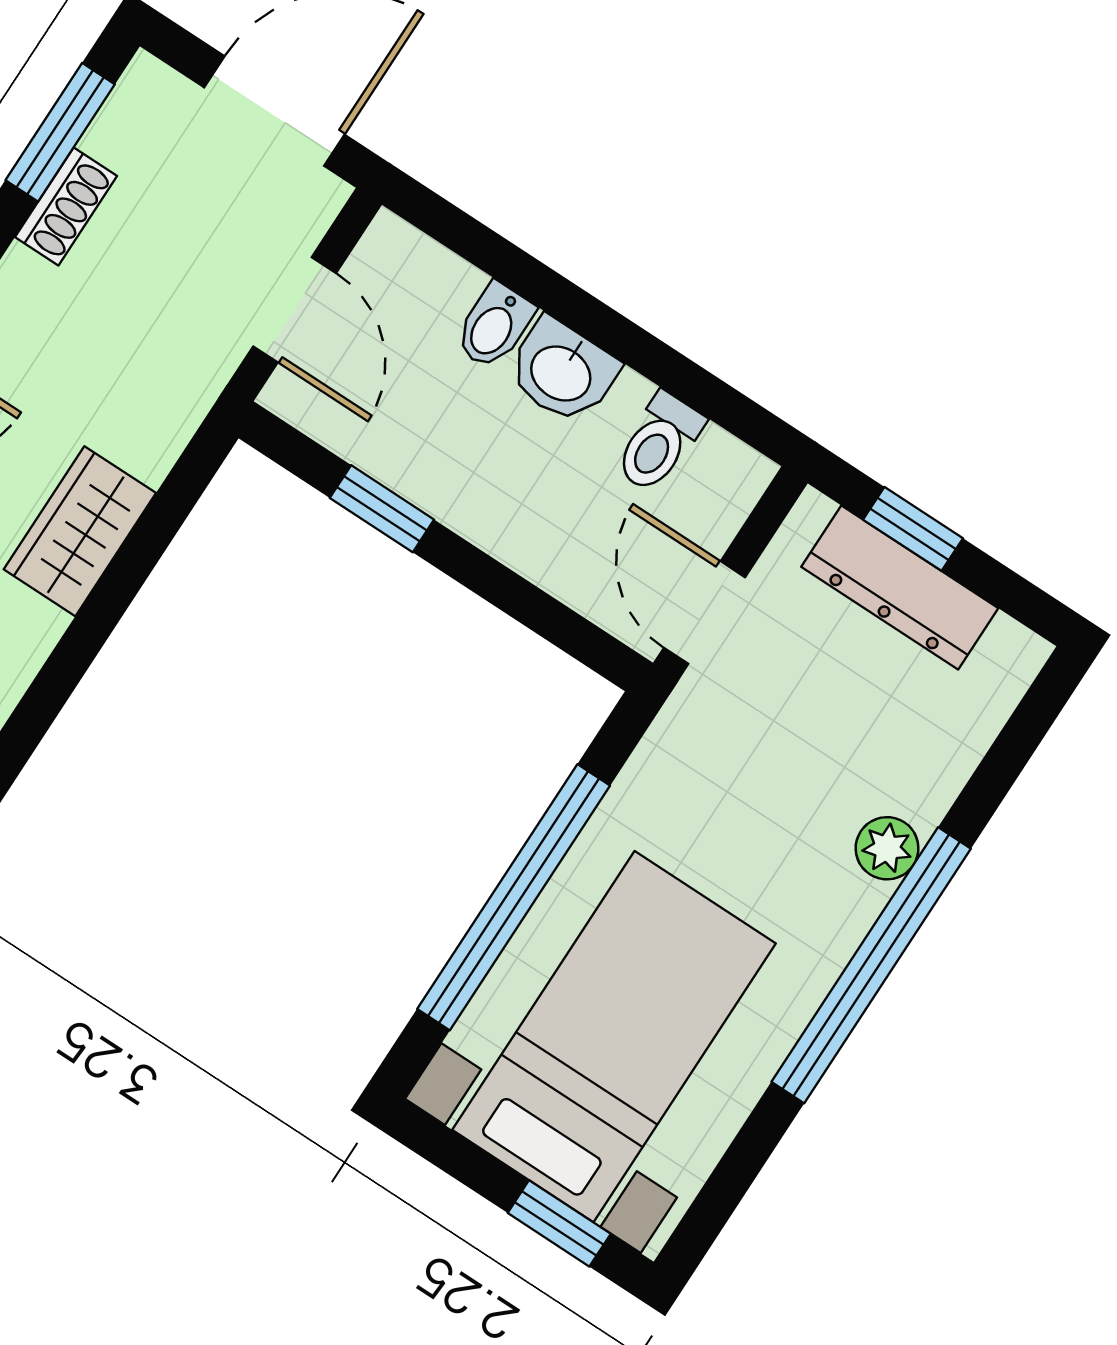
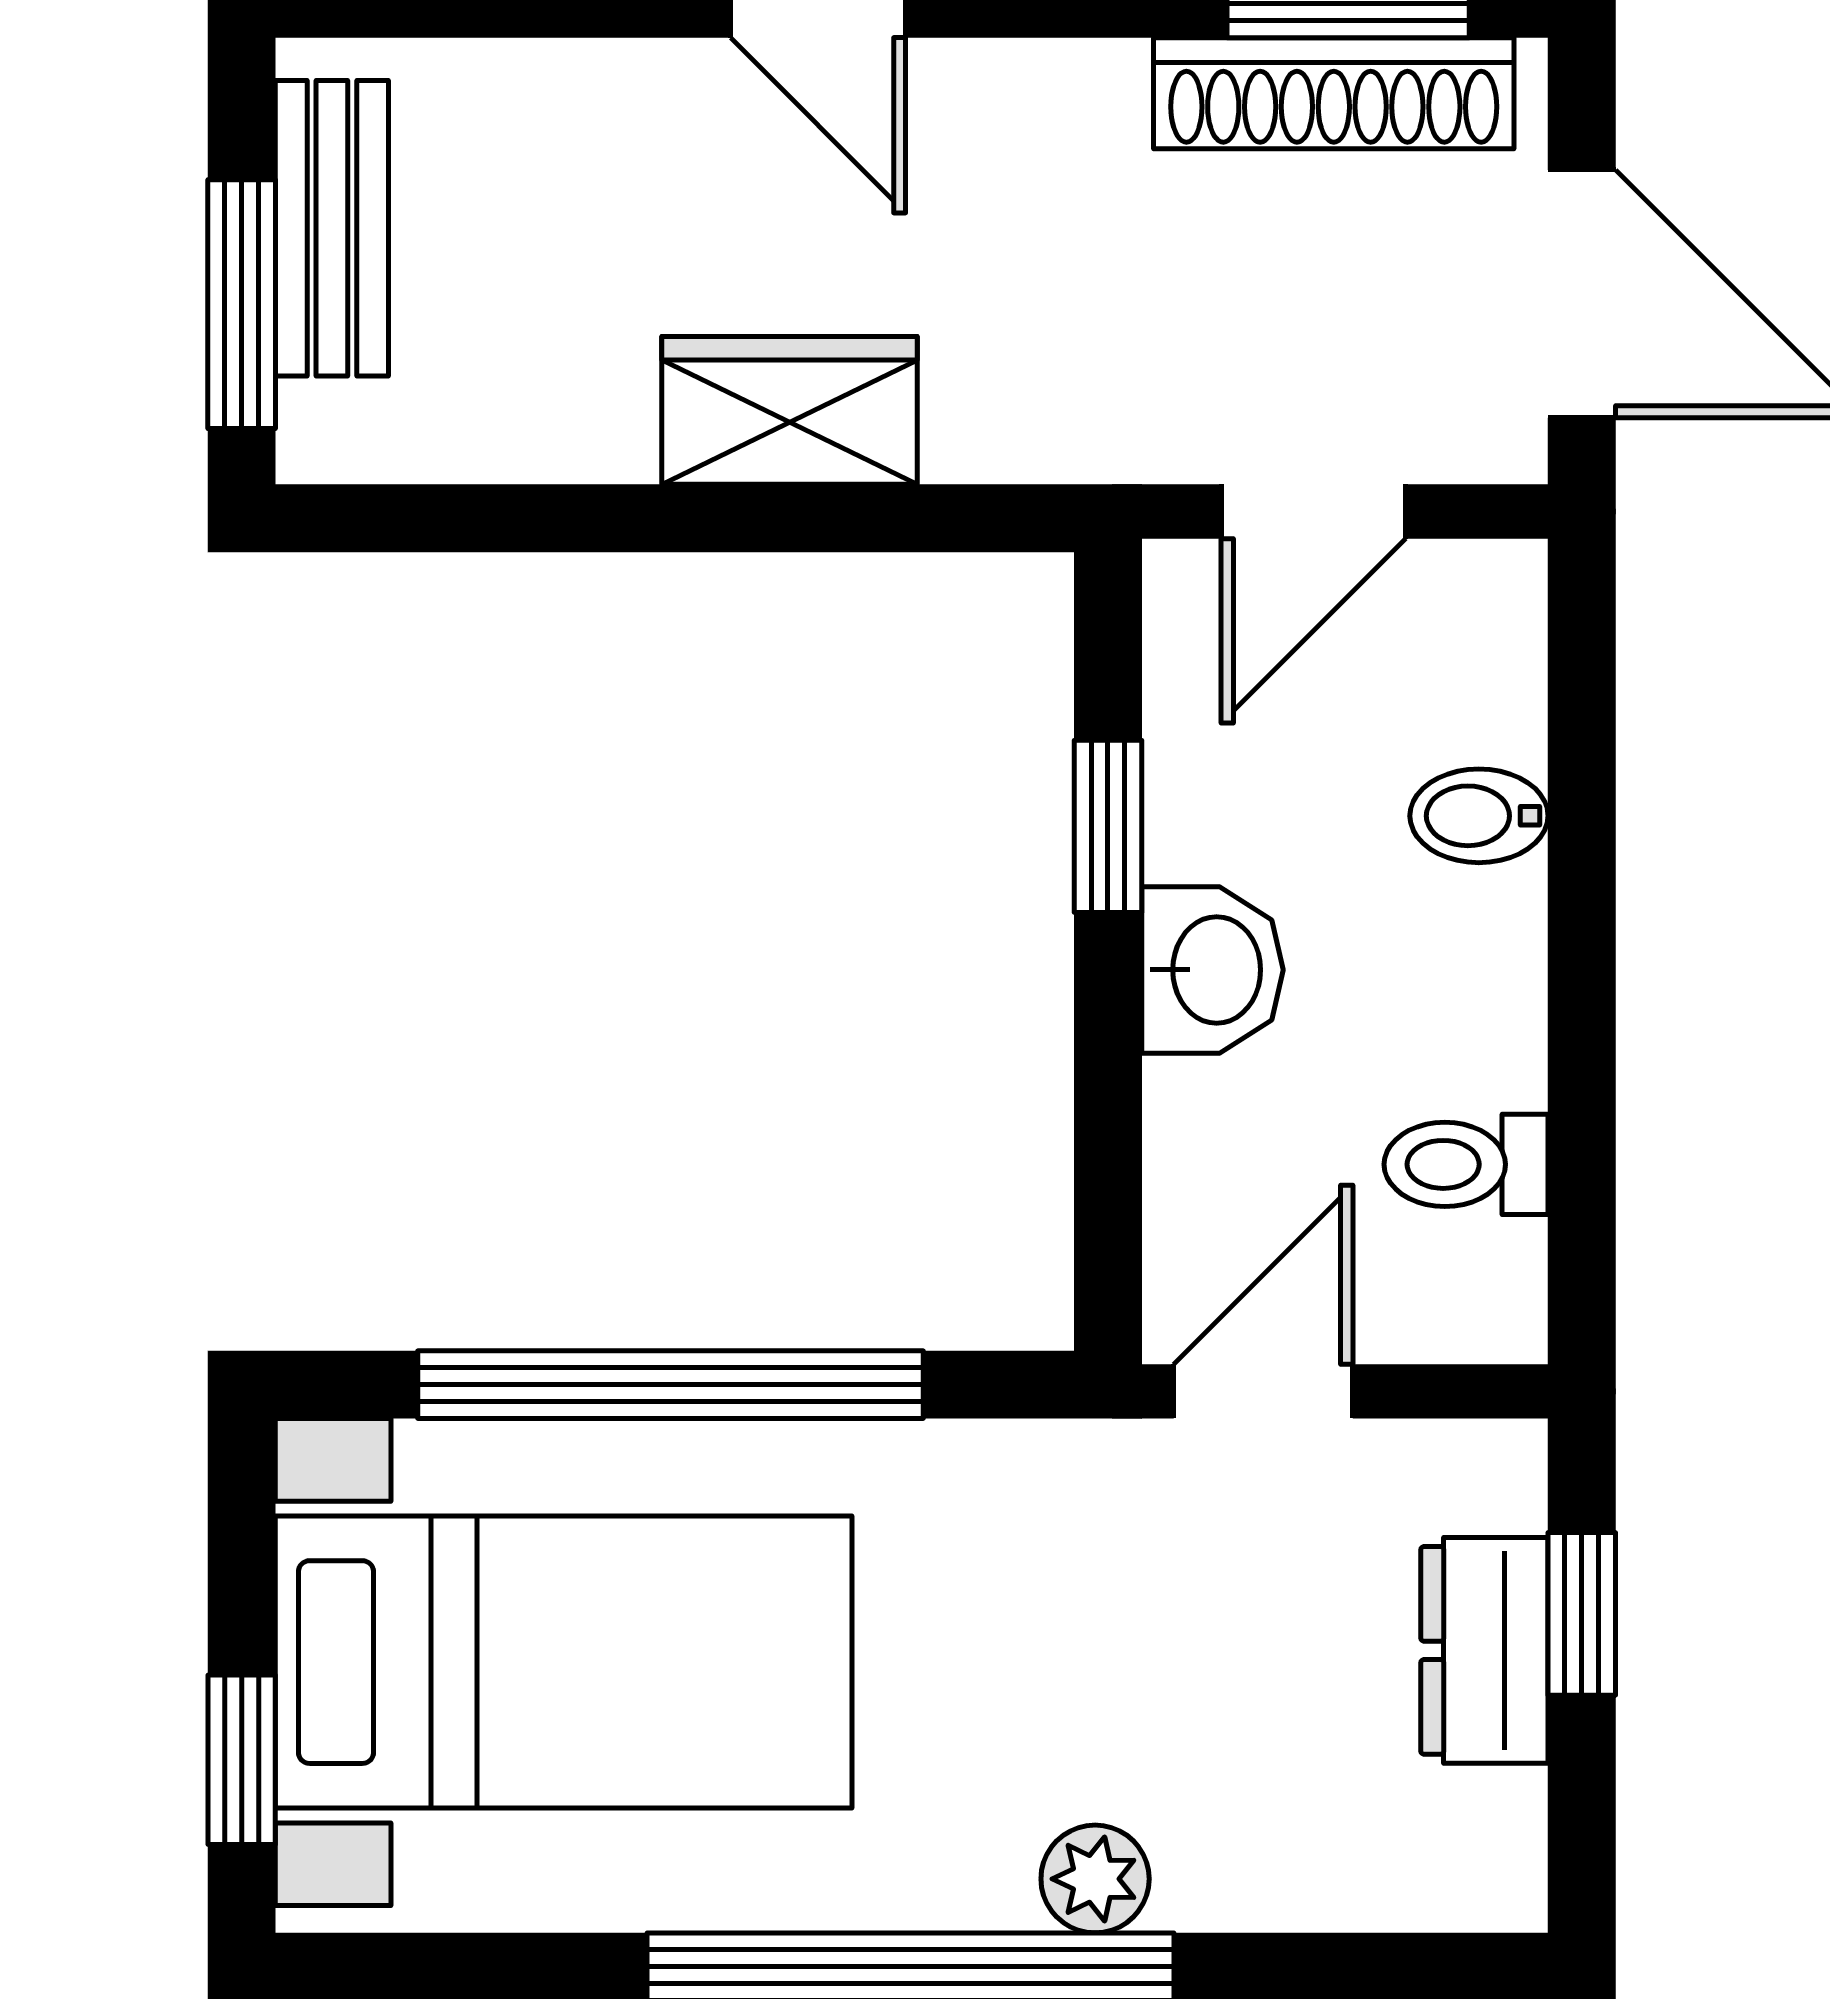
shoe rack: (66, 206) -> (1334, 93), width x1.94, depth x1.24
washbasin: (562, 371) -> (1212, 970), moved, turned 180
dresser: (900, 588) -> (1484, 1650), width x0.70

